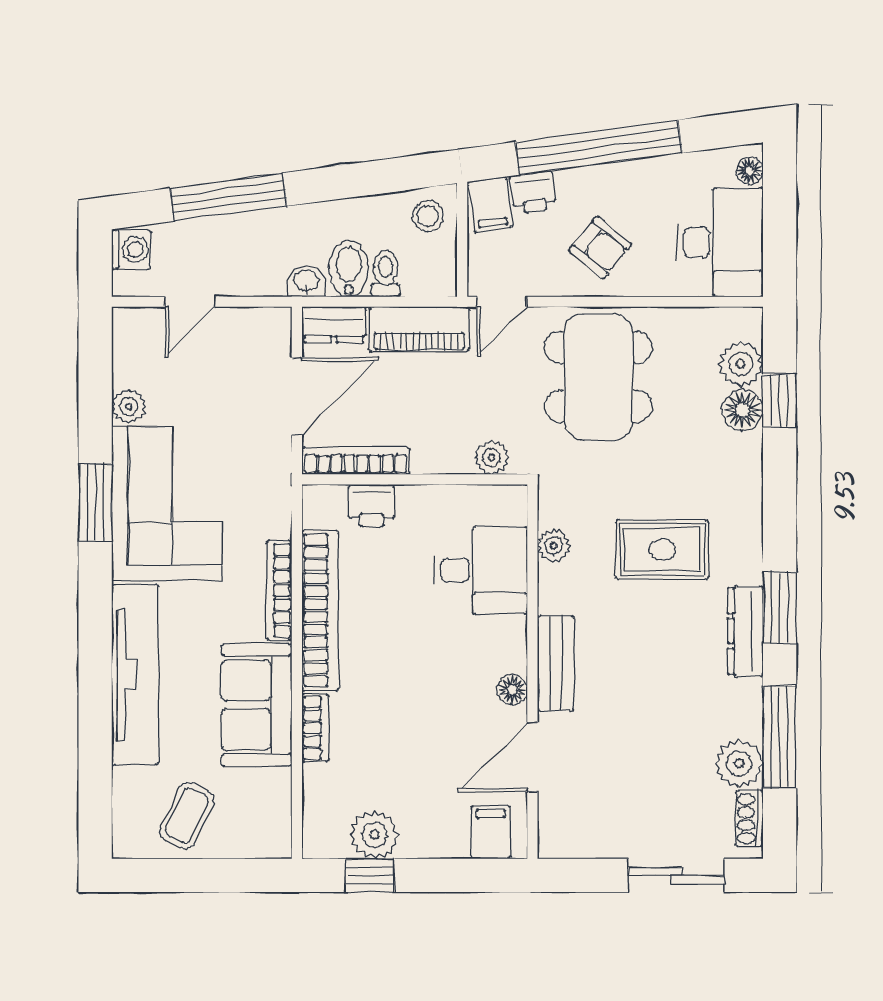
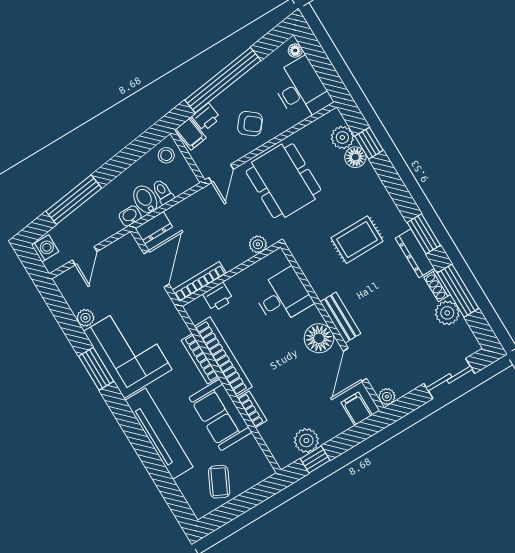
piano: (419, 329) -> (192, 207), removed
plant: (554, 545) -> (387, 397), moved
floor lamp: (512, 690) -> (319, 338), width x1.89, depth x1.89
shoe rack: (749, 819) -> (437, 286), moved

